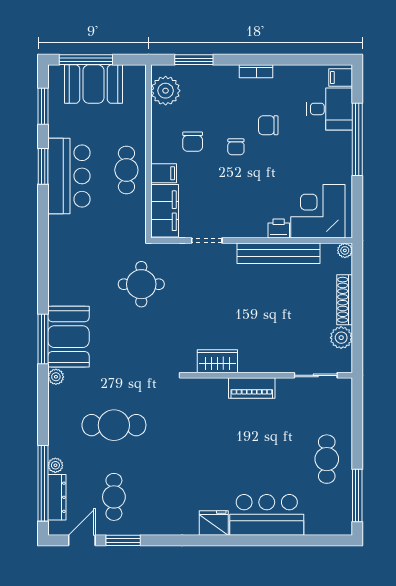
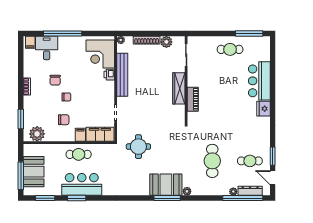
wardrobe: (217, 361) -> (179, 88), moved, width x1.50
piano: (252, 388) -> (193, 99), moved

